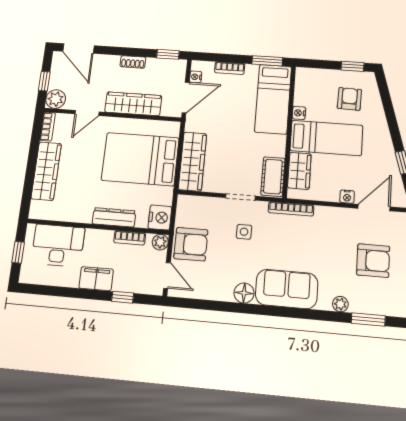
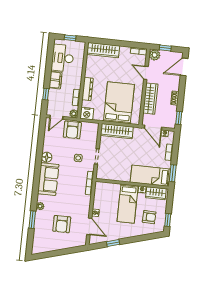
wardrobe: (46, 171) -> (103, 50), moved
wardrobe: (299, 171) -> (156, 193), moved
cot: (273, 177) -> (107, 174), removed
desk: (58, 245) -> (63, 58), moved, turned 180

